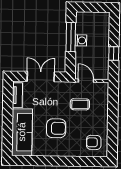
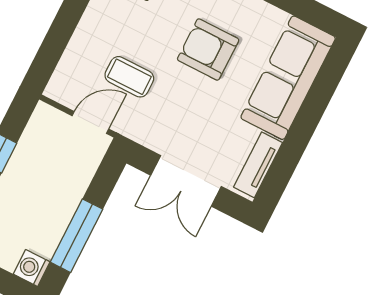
washing machine: (81, 40) -> (32, 268), moved
door: (86, 81) -> (90, 122), swing flipped

